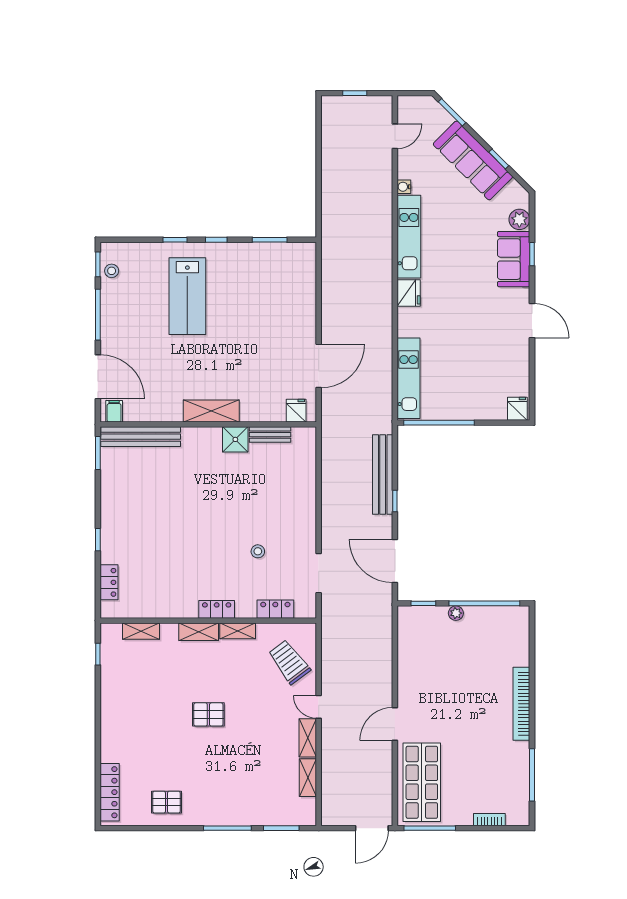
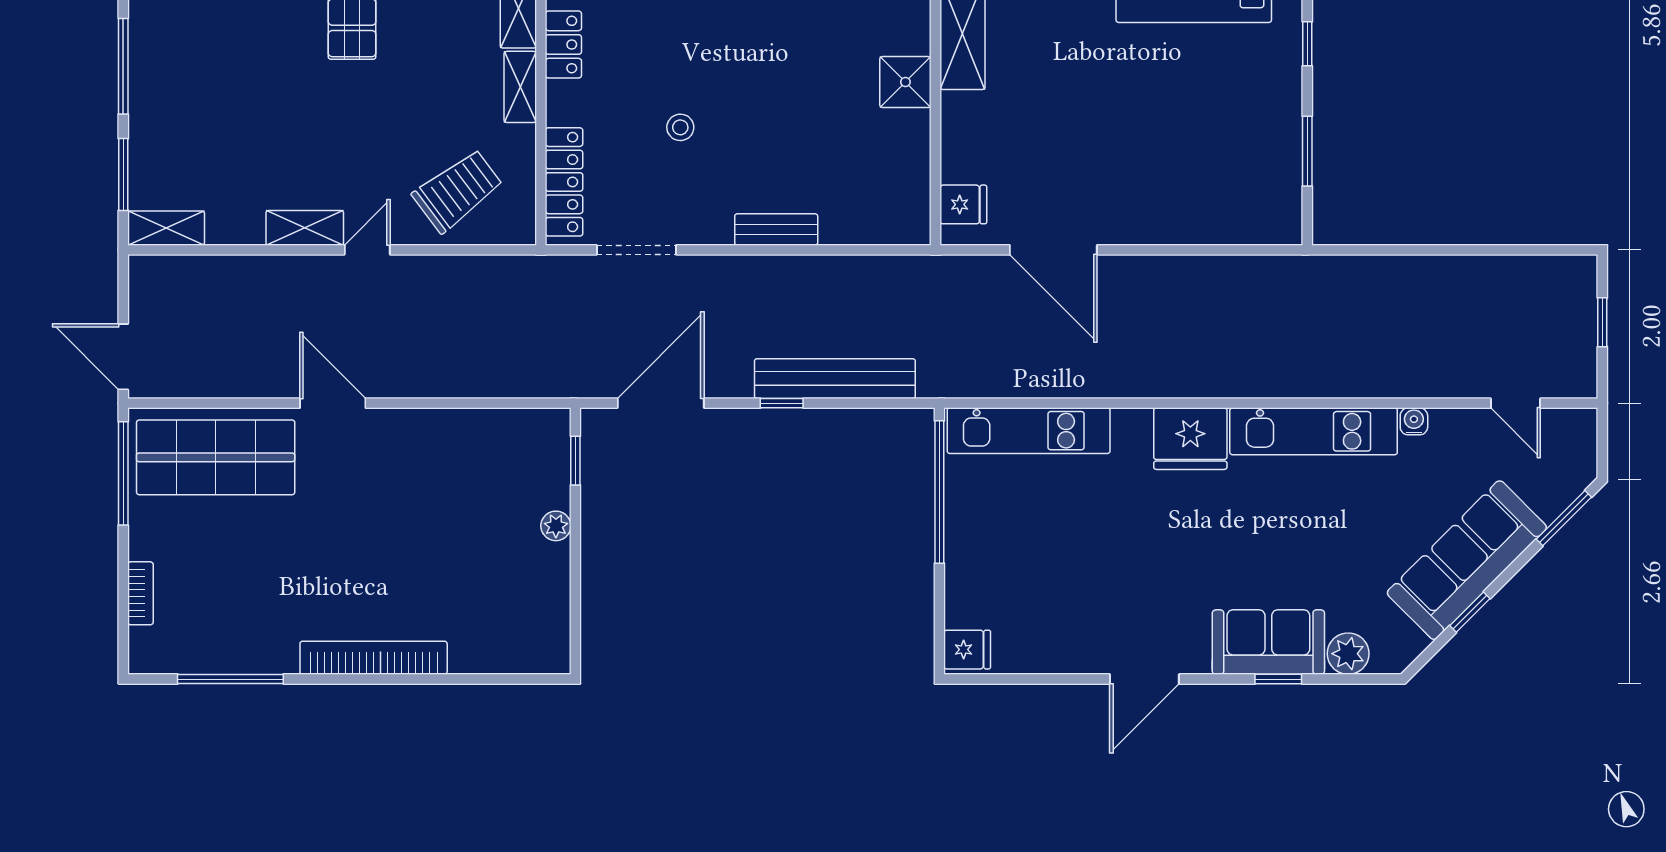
fridge: (409, 293) -> (1190, 439), width x1.36, depth x1.34
bench: (270, 435) -> (776, 229), moved, turned 90
window: (484, 603) -> (575, 583), removed
locker: (275, 609) -> (564, 182), width x1.53
shelving: (308, 778) -> (166, 228), moved

